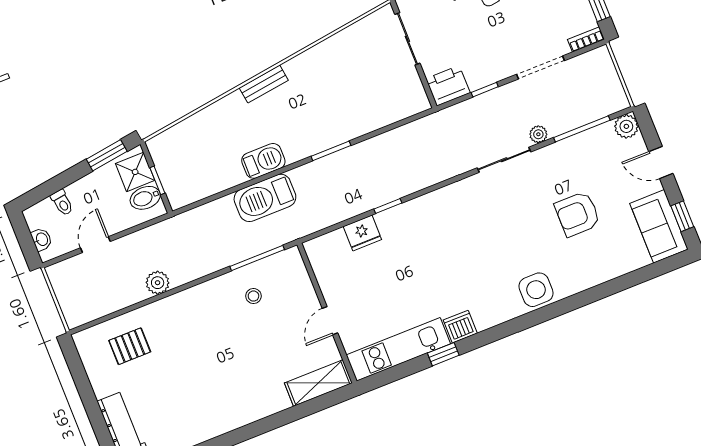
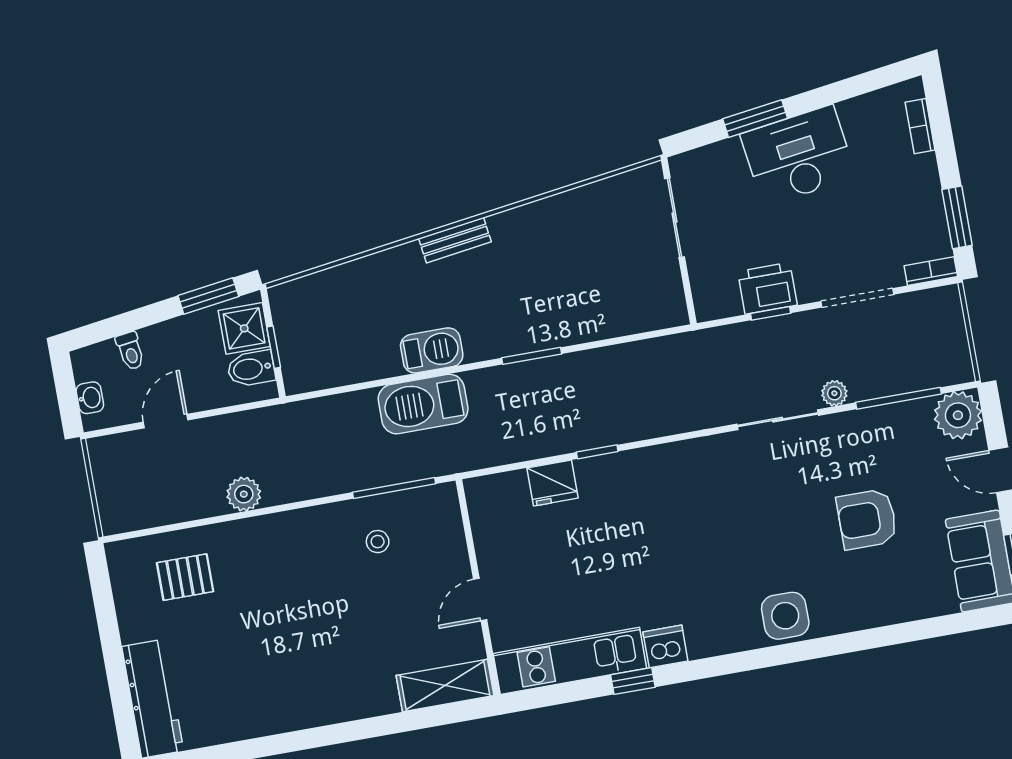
printer: (448, 86) -> (767, 288), moved
plant: (626, 126) -> (958, 415), width x1.36, depth x1.36

